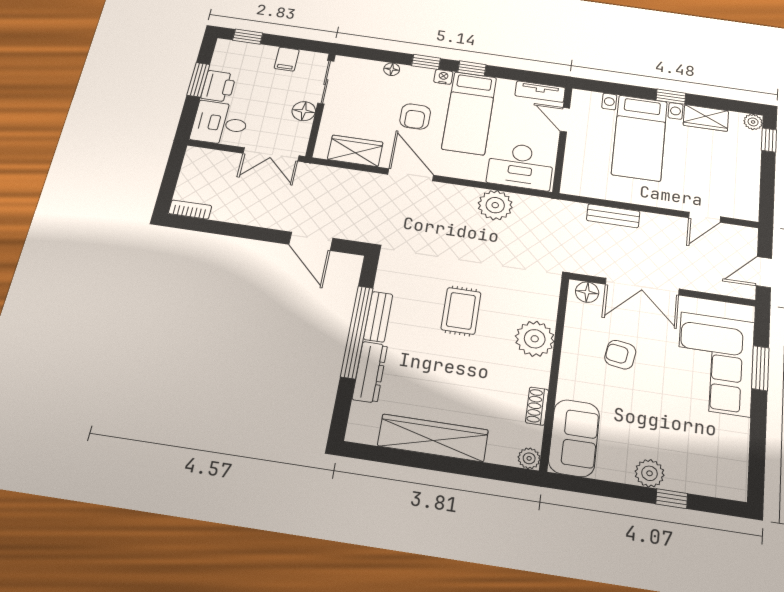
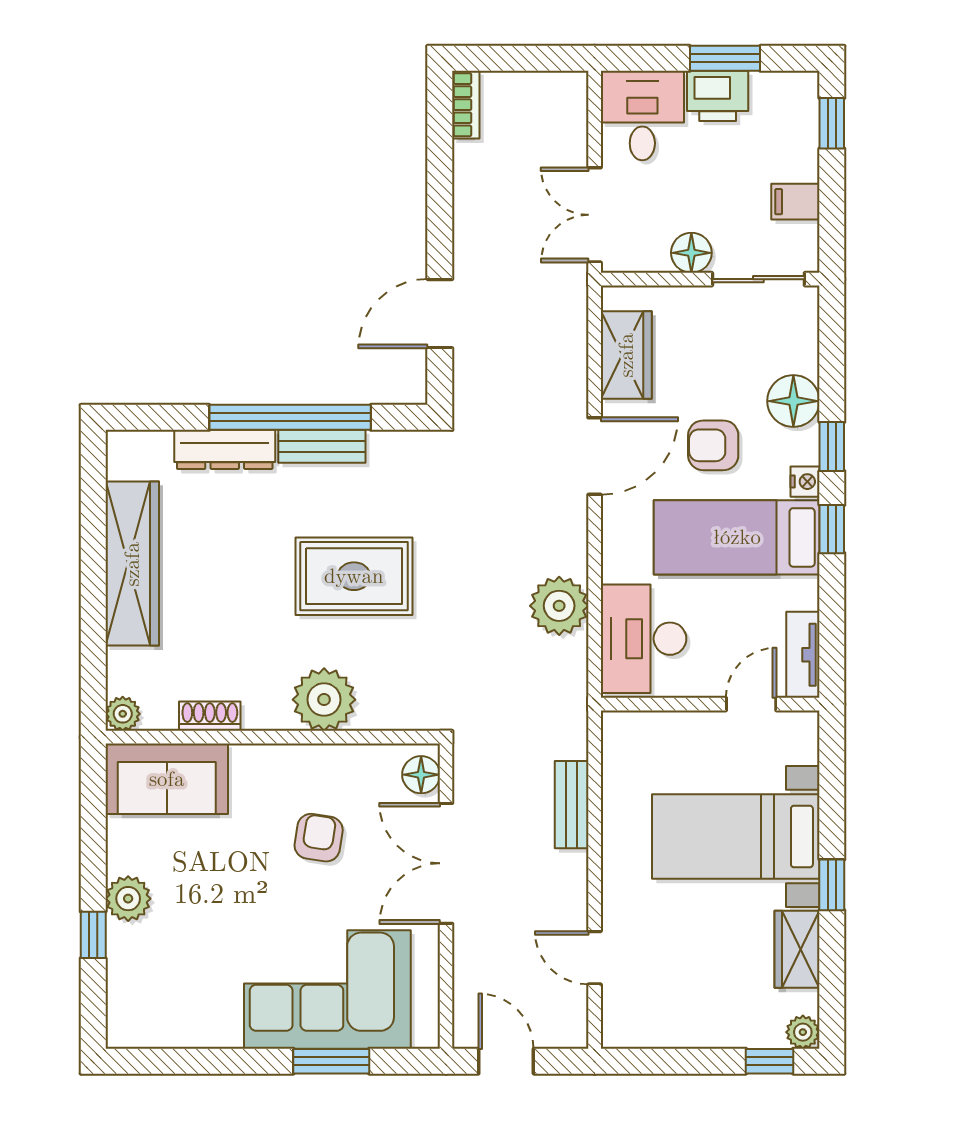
floor lamp: (392, 69) -> (793, 401), width x1.89, depth x1.89
rug: (461, 311) -> (354, 576), width x1.36, depth x1.43

